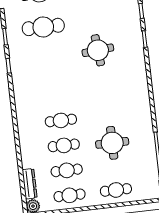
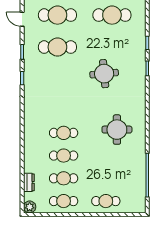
round table: (112, 143) -> (117, 130), moved
dresser: (30, 184) -> (29, 182), width x0.70

